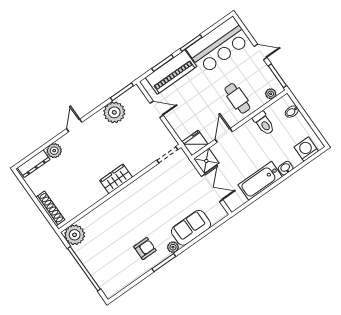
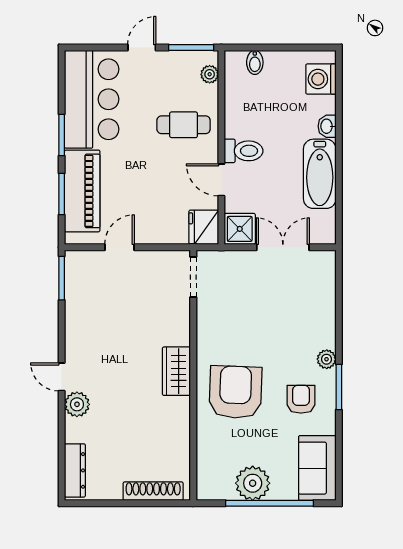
plant: (114, 112) -> (83, 309), removed
toilet: (264, 123) -> (244, 151), moved
plant: (54, 151) -> (77, 404), moved
armchair: (126, 214) -> (235, 392), added
sofa: (191, 228) -> (317, 468), moved
plant: (75, 235) -> (253, 483), moved

